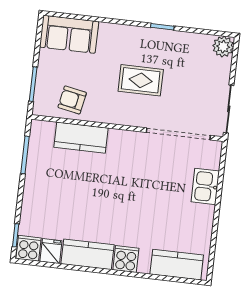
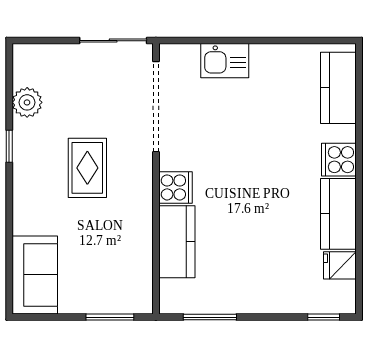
plant: (223, 47) -> (27, 102), moved
armchair: (72, 100) -> (126, 260), removed
cooker: (28, 248) -> (175, 187), moved, turned 180

